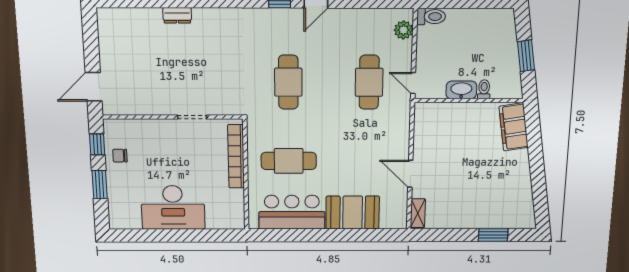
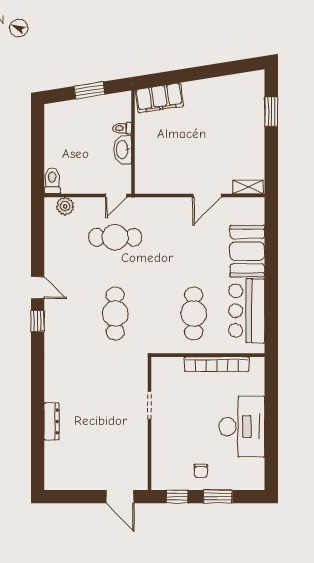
dresser: (177, 15) -> (52, 421), width x1.44
cafe table: (288, 82) -> (115, 313), turned 90
chair: (120, 156) -> (201, 471), moved
bookcase: (236, 156) -> (217, 364), moved

